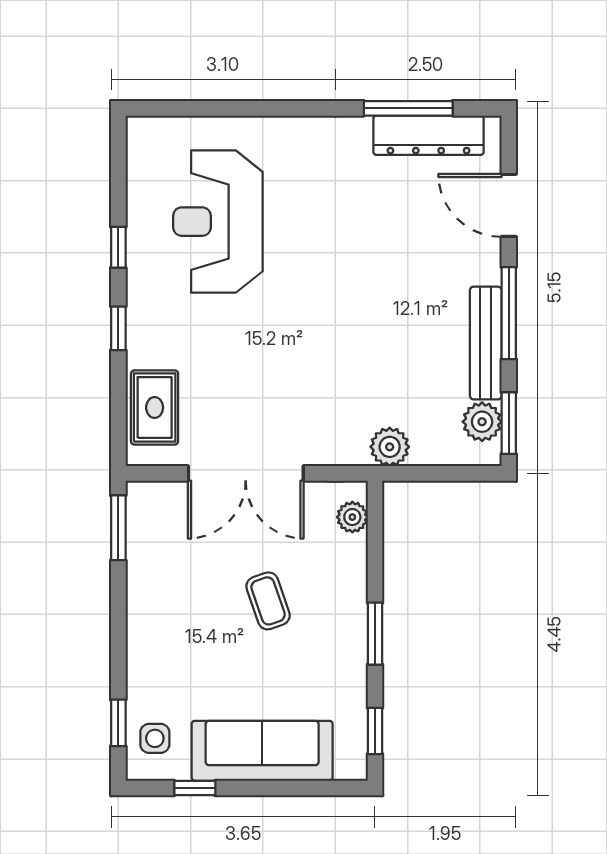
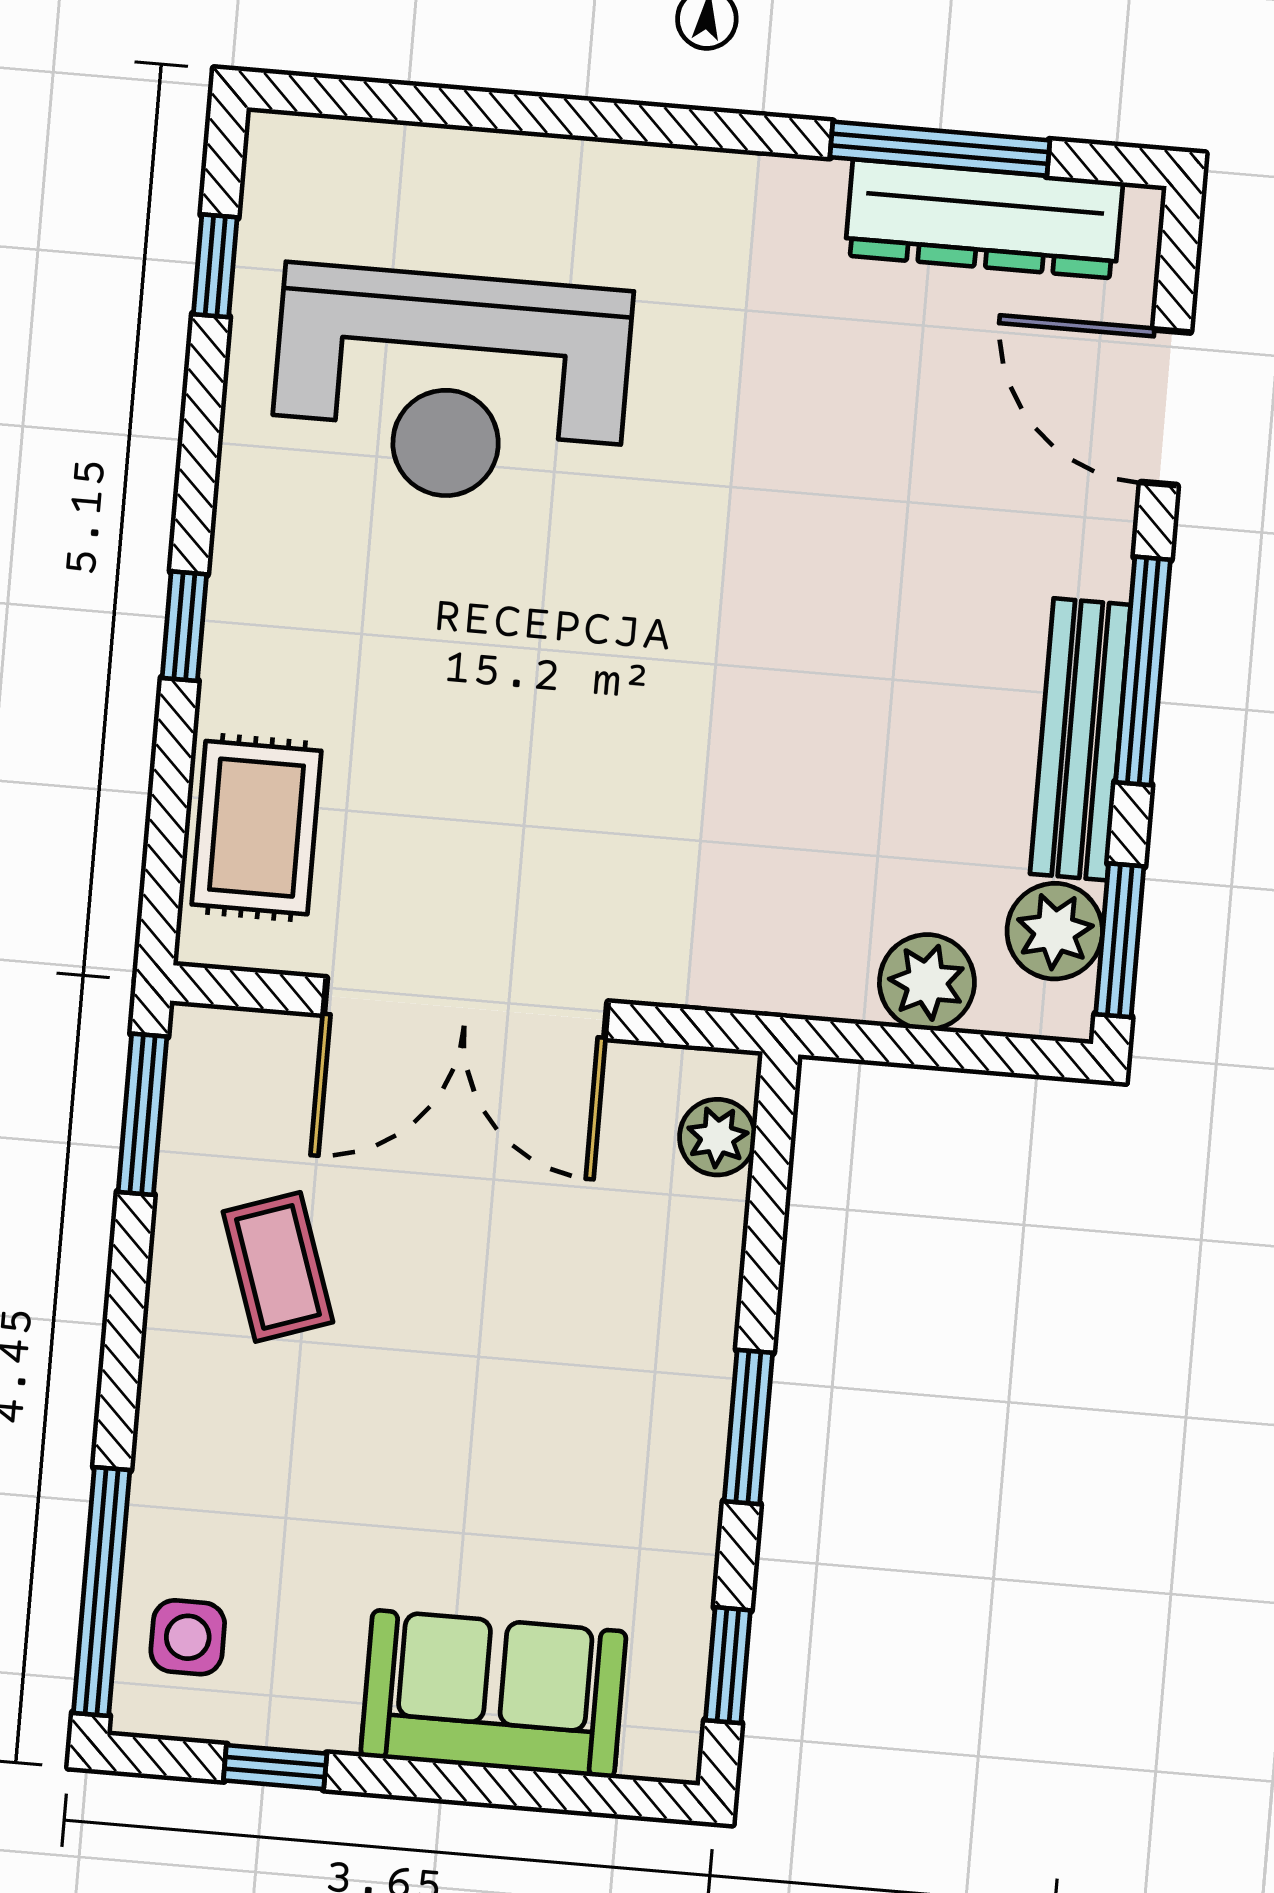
reception desk: (218, 222) -> (450, 386), turned -90
window: (118, 247) -> (215, 266), moved
plant: (390, 447) -> (927, 982), moved
coffee table: (268, 601) -> (278, 1267), moved
window: (118, 723) -> (102, 1592), width x2.17
sofa: (262, 751) -> (493, 1694), width x0.73

